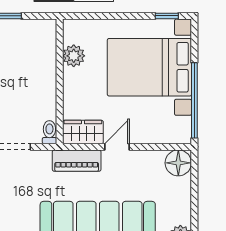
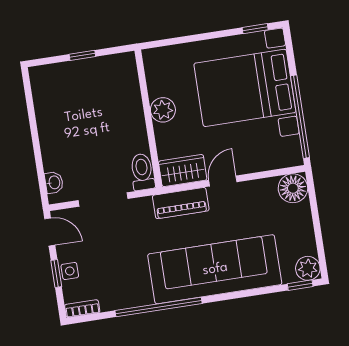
plant: (74, 56) -> (163, 110), moved
toilet: (49, 132) -> (142, 172), width x1.37, depth x1.39

